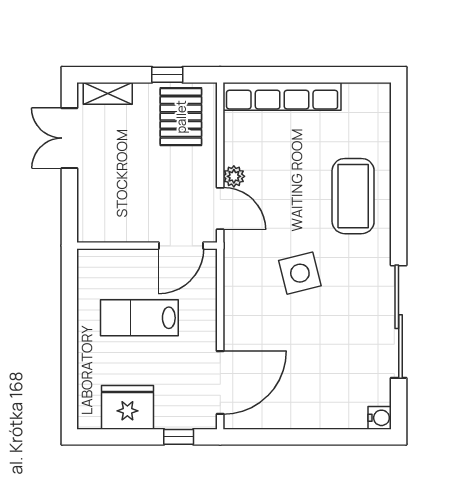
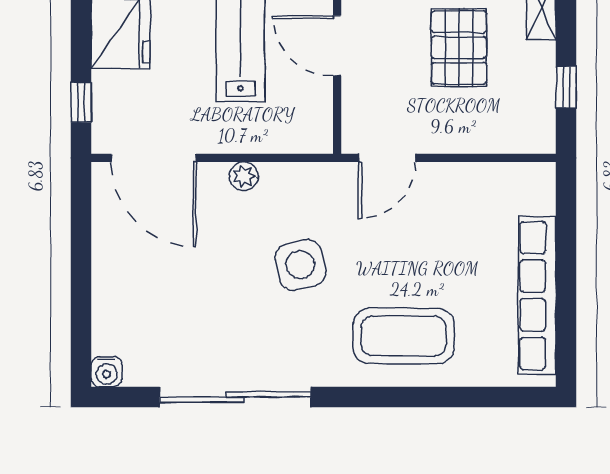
row of seats: (282, 96) -> (537, 295), moved
pallet: (181, 117) -> (459, 48), moved, turned 90
plant: (234, 176) -> (244, 176), moved
door: (181, 246) -> (337, 46), moved

